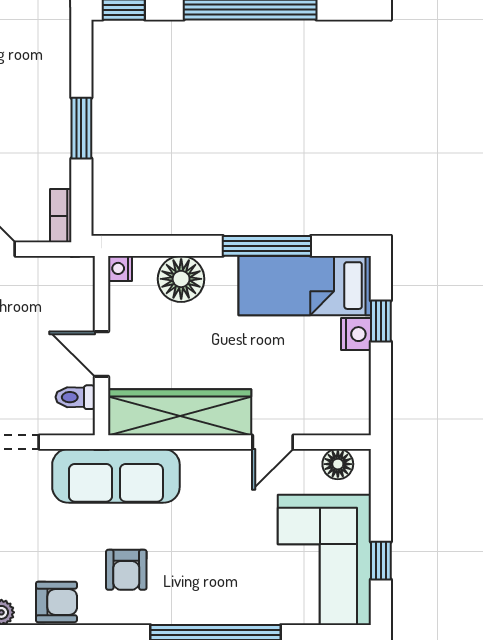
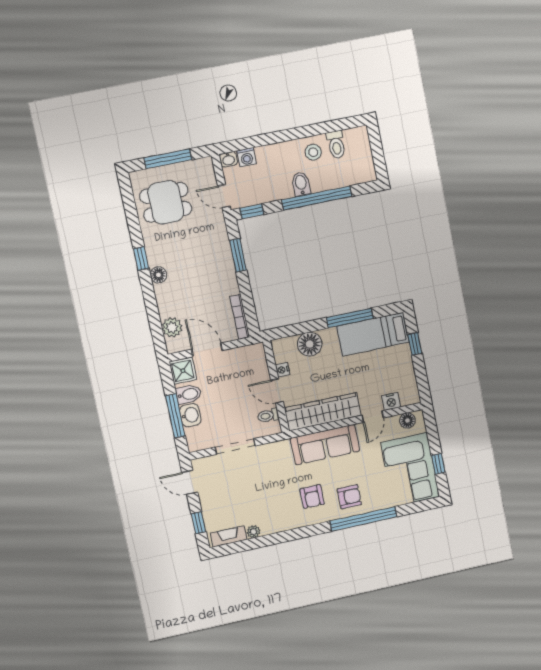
window: (81, 128) -> (238, 255), moved
bookcase: (61, 216) -> (240, 317), width x1.56
nightstand: (120, 268) -> (283, 370), moved
nightstand: (356, 334) -> (391, 401), moved, turned 90
sofa: (116, 476) -> (325, 445), moved
armchair: (56, 602) -> (349, 497), moved

